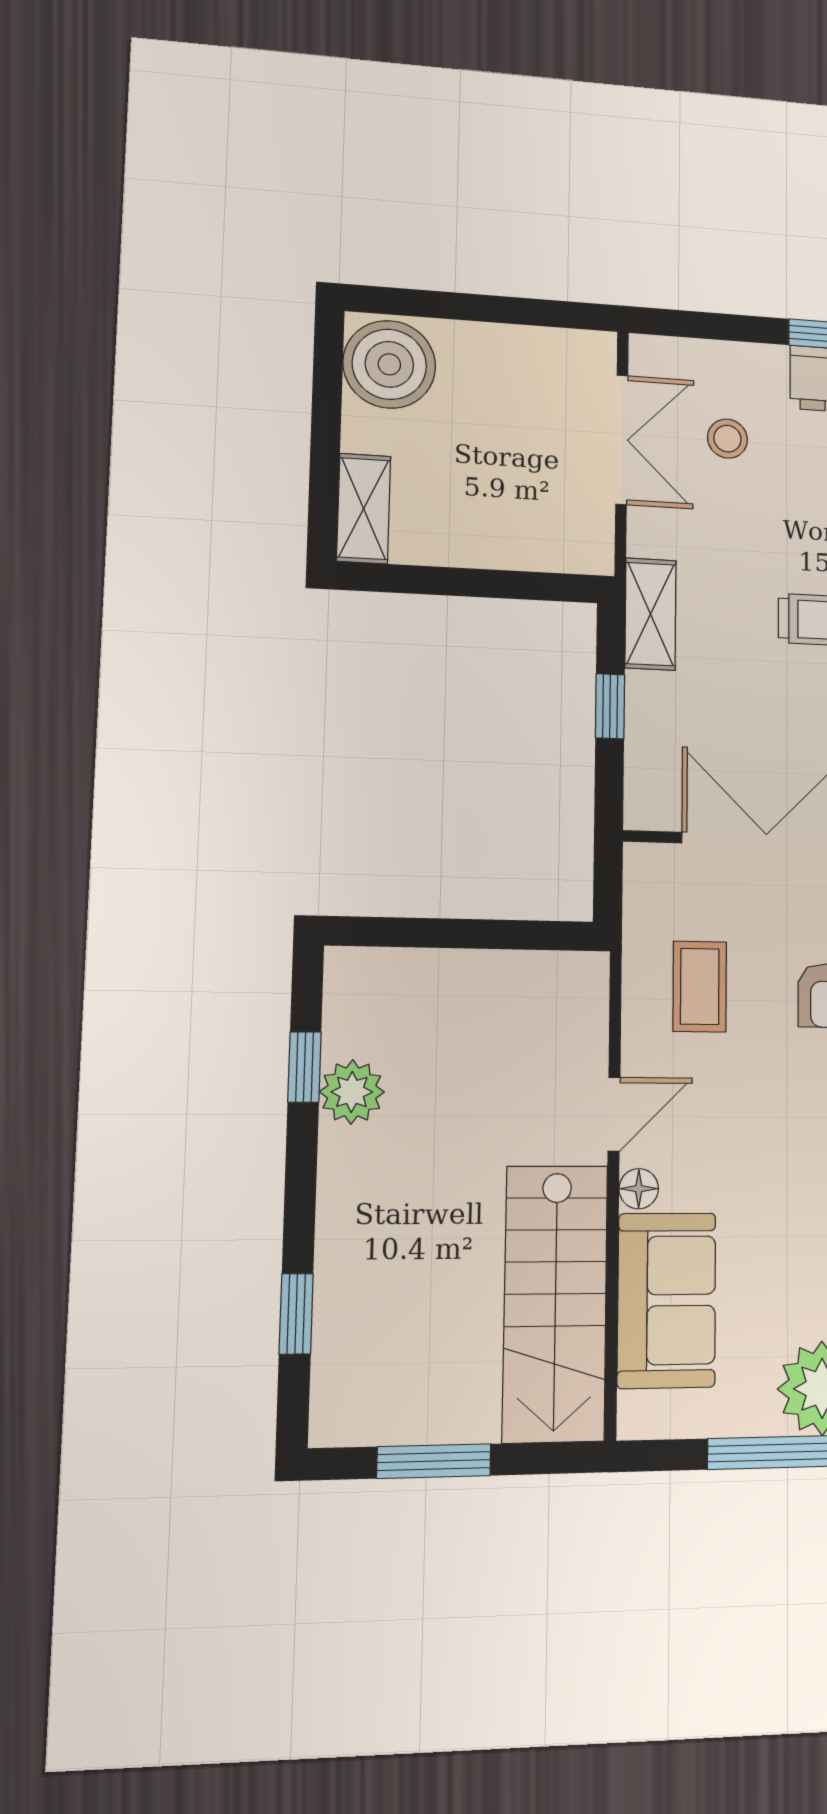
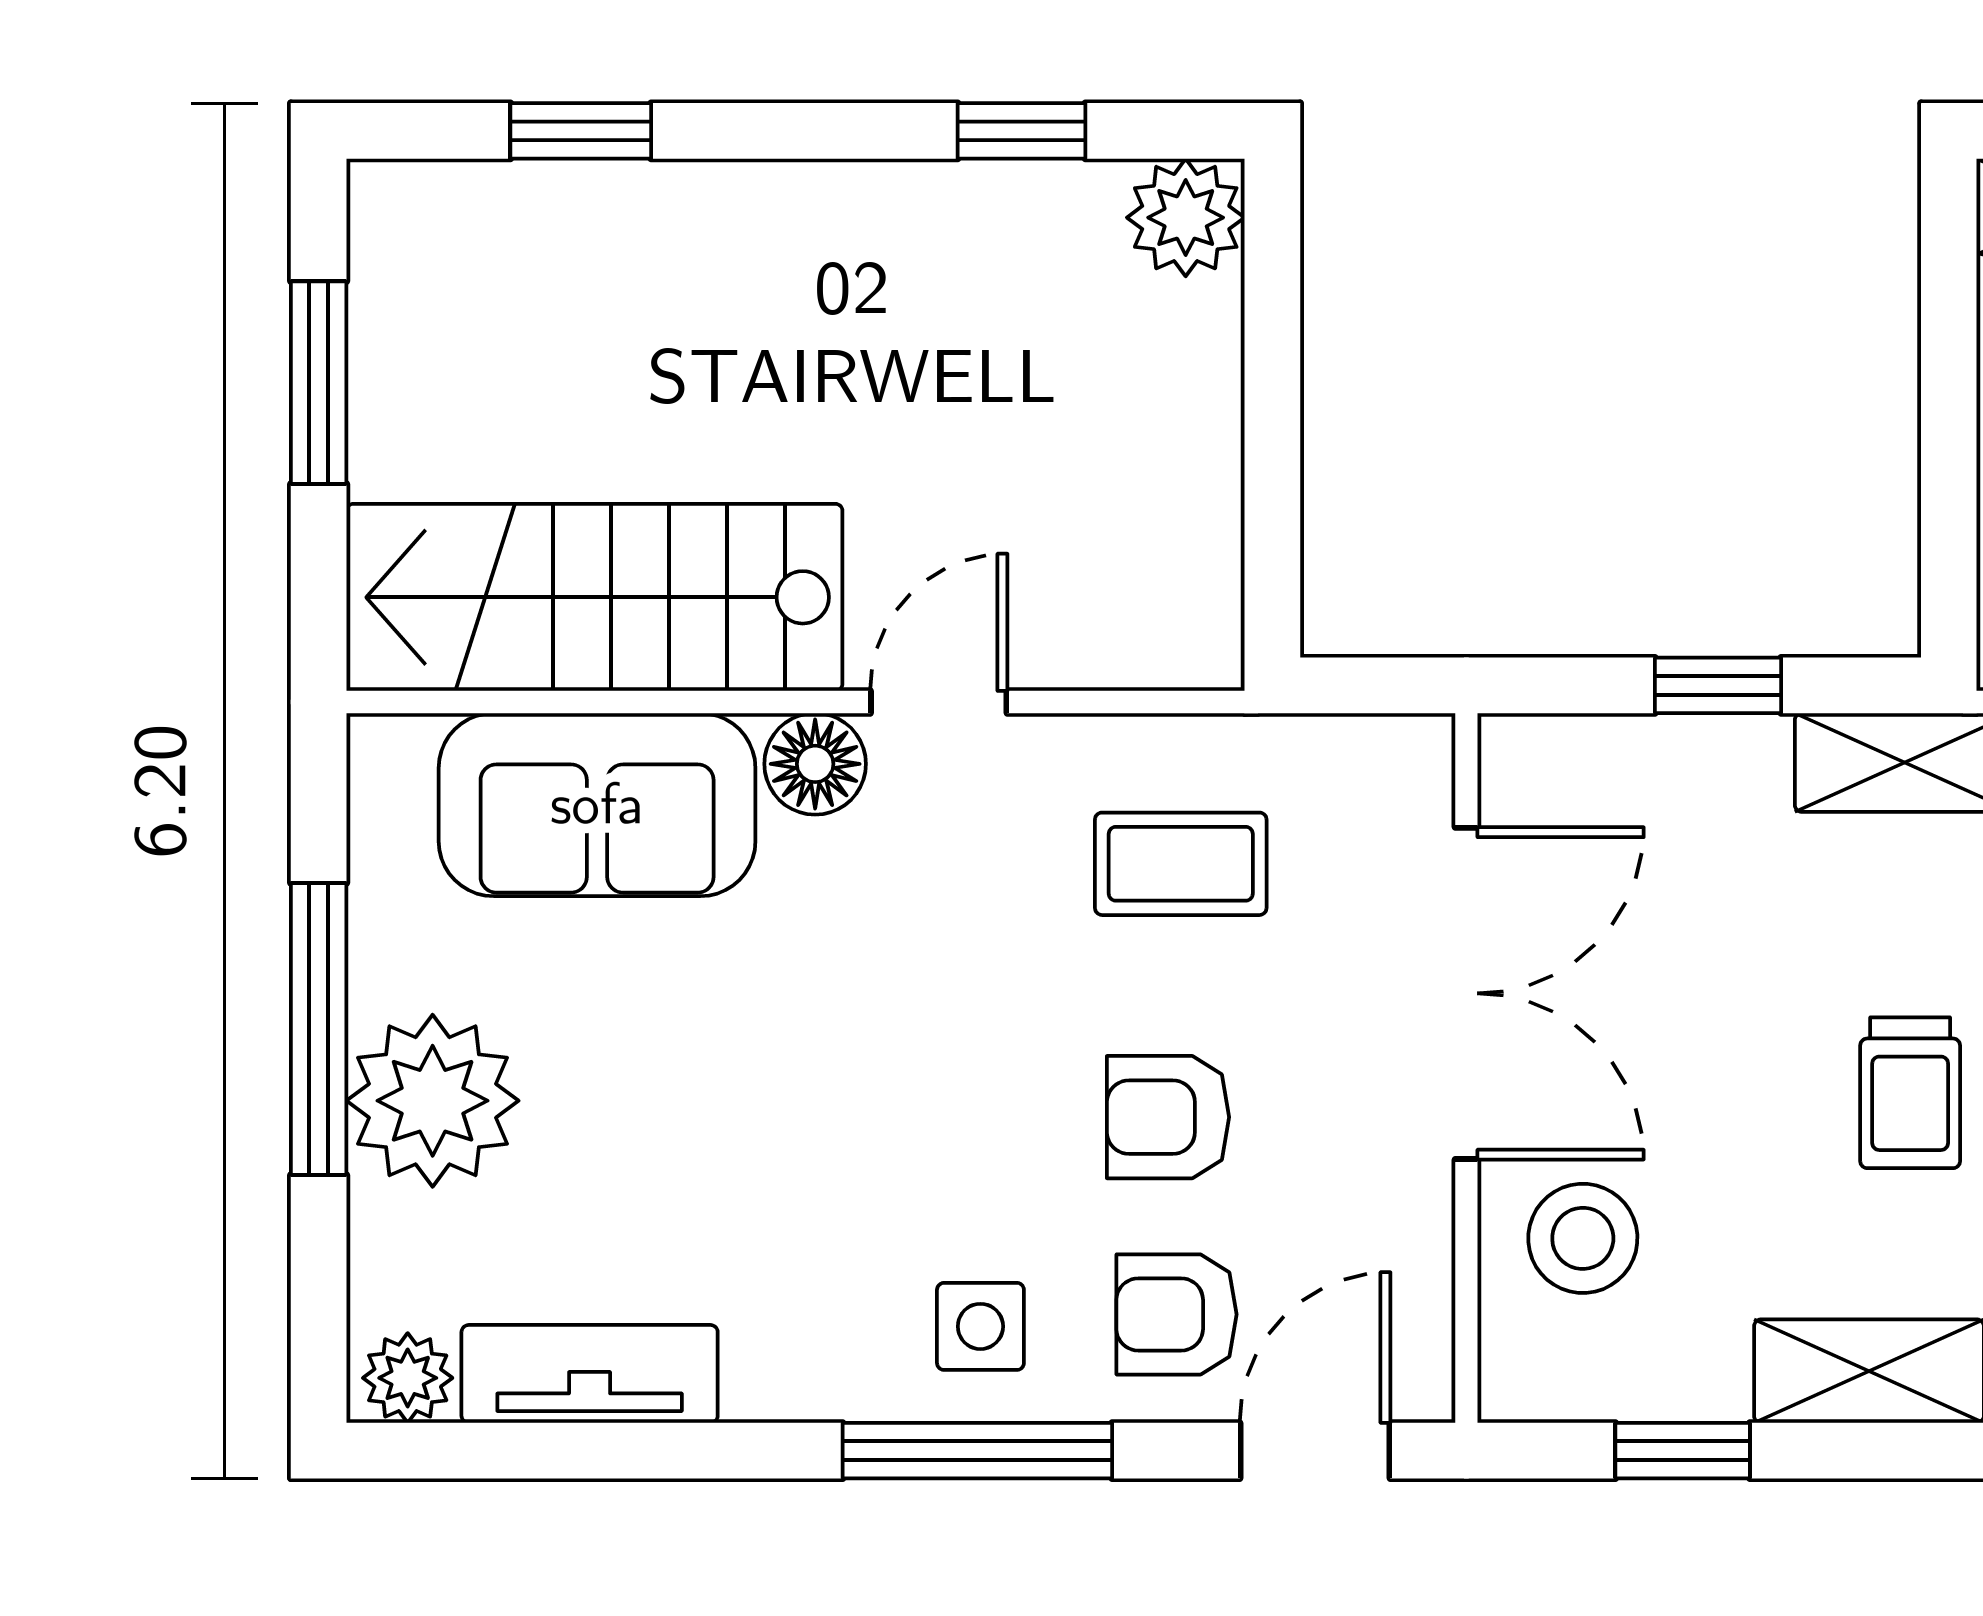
plant: (352, 1092) -> (1186, 218), moved
door: (614, 1114) -> (939, 702), swing flipped
floor lamp: (639, 1189) -> (815, 764), width x1.37, depth x1.37

